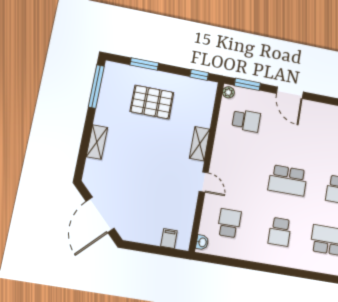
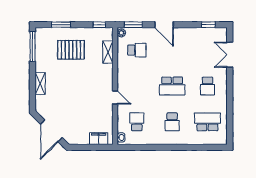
shelving: (200, 144) -> (108, 52), moved
filing cabinet: (169, 238) -> (99, 139), width x2.00

